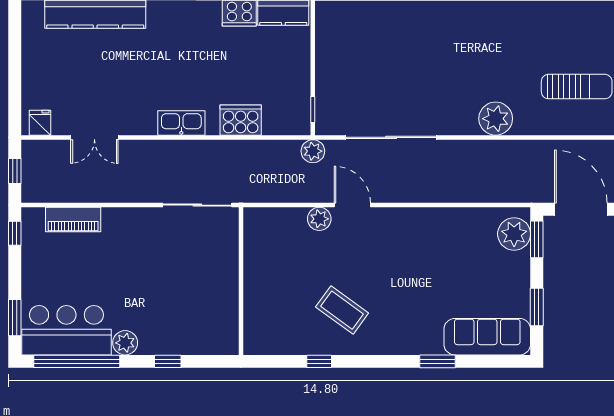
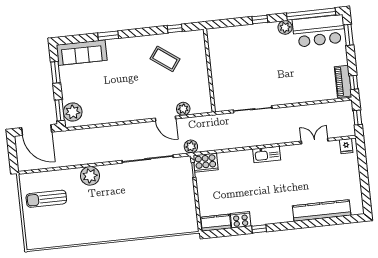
cooker: (241, 120) -> (206, 163), moved
piano: (73, 219) -> (343, 81), moved, turned -90
wall: (241, 281) -> (209, 71), moved

